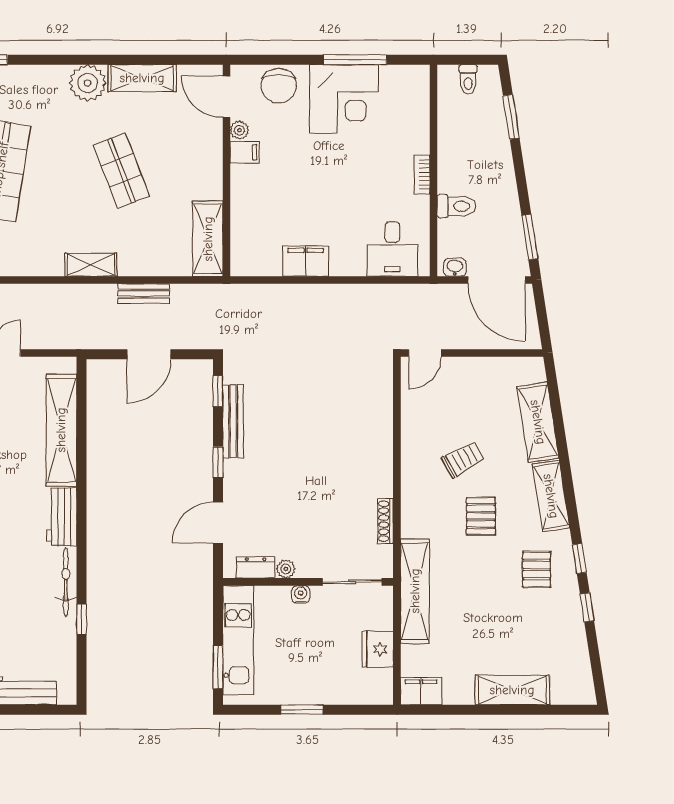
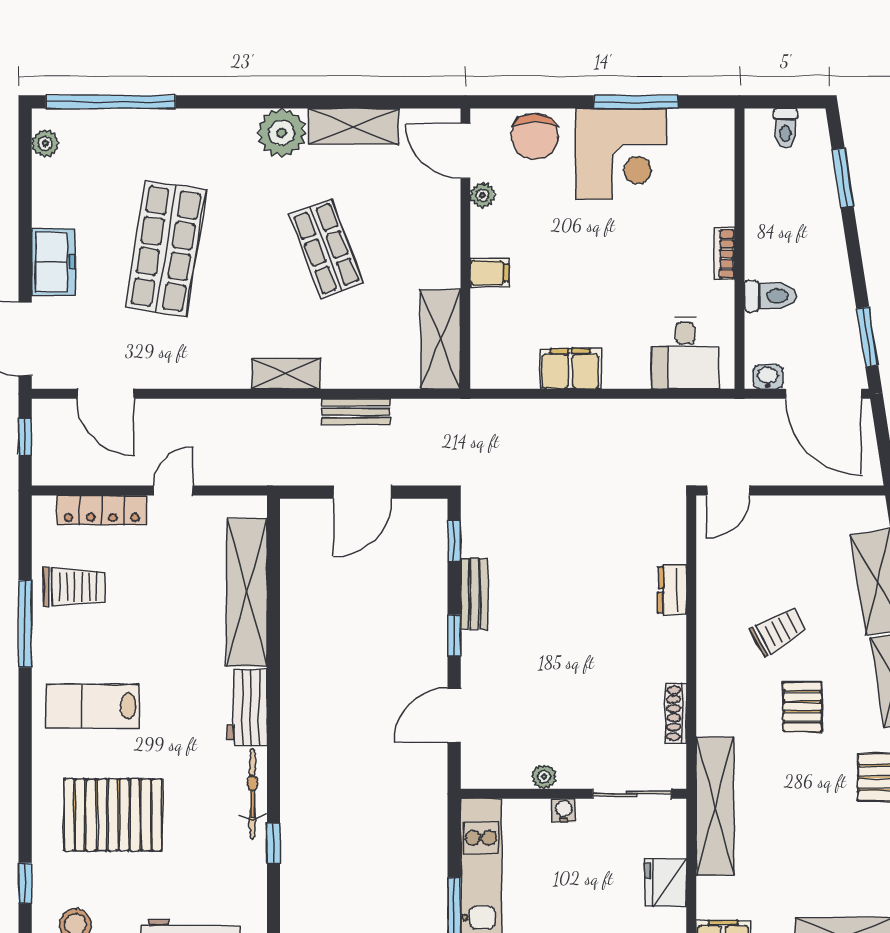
filing cabinet: (245, 152) -> (489, 273), moved
bench: (233, 421) -> (474, 594), width x0.73
dresser: (256, 568) -> (672, 590), moved, turned -90

